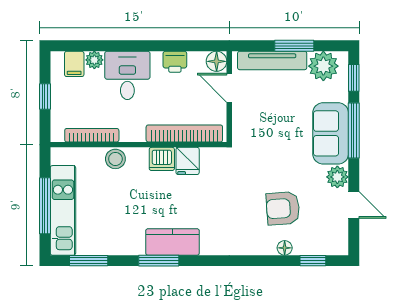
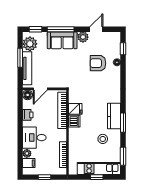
stool: (115, 159) -> (103, 139), moved
window: (45, 206) -> (97, 177), width x0.46
armchair: (283, 208) -> (98, 63), turned 94

